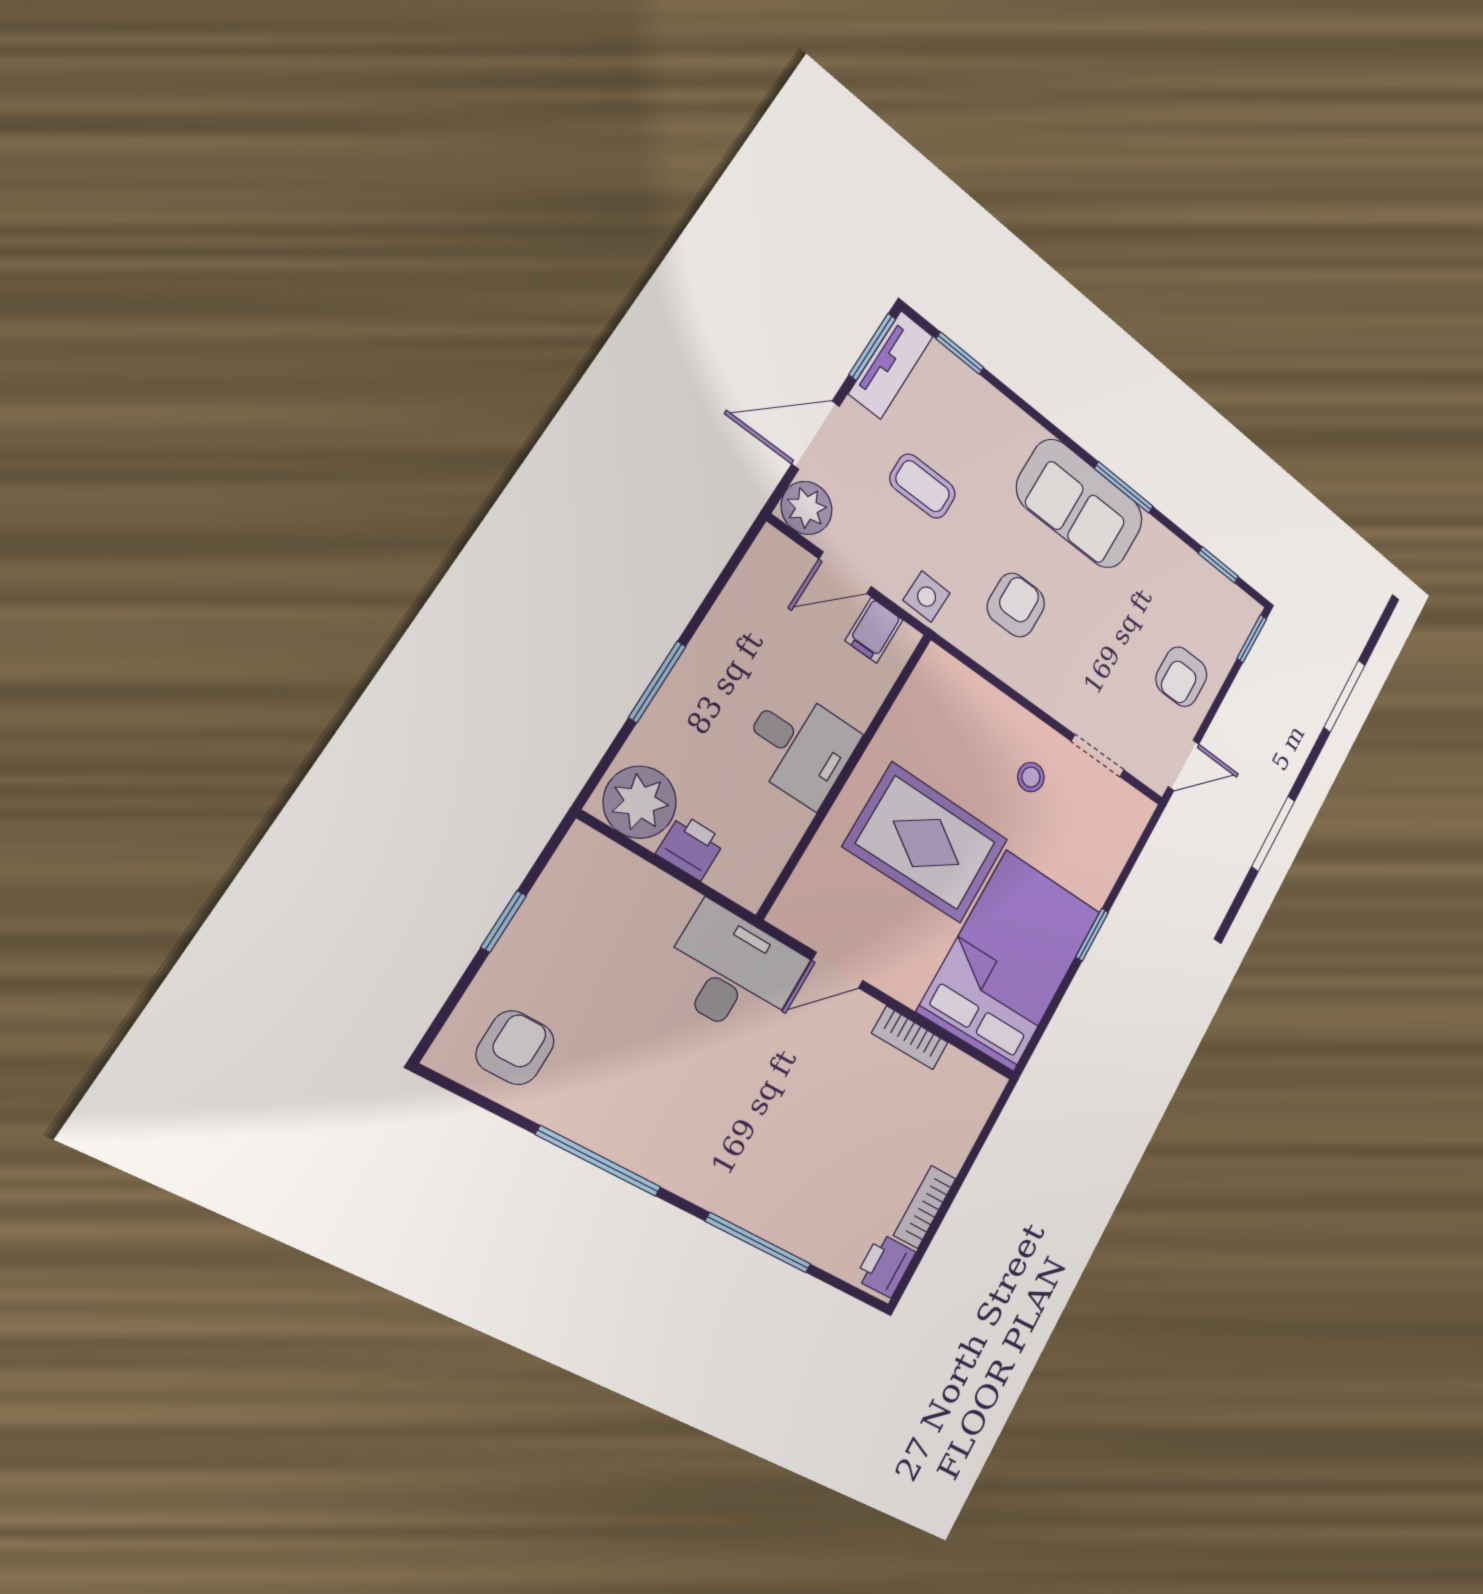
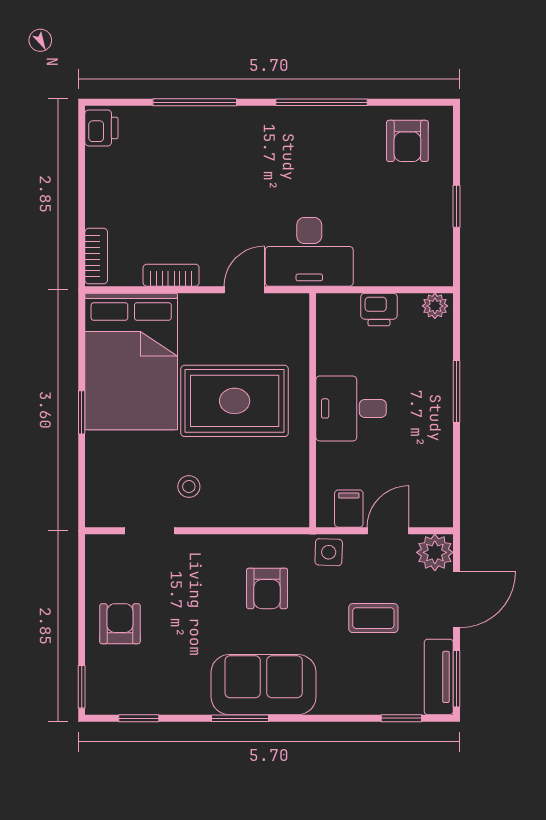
door: (1183, 765) -> (82, 566), removed
plant: (640, 802) -> (435, 306), width x0.53, depth x0.53
bookcase: (925, 1207) -> (96, 256), moved

